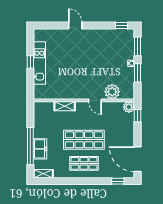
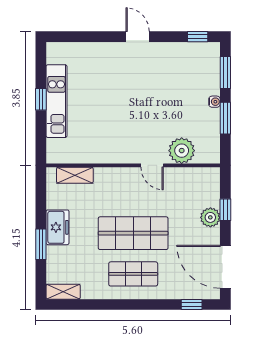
door: (75, 26) -> (138, 37), moved
shelving: (65, 106) -> (75, 175), moved
plant: (129, 107) -> (210, 217), moved
window: (138, 116) -> (225, 210), moved
window: (30, 146) -> (41, 244), width x0.47
freezer: (40, 149) -> (58, 227), moved

